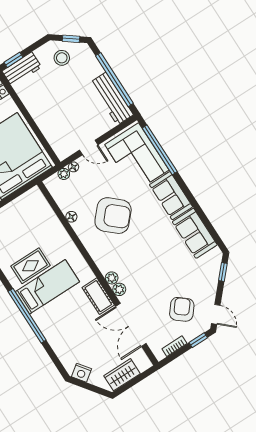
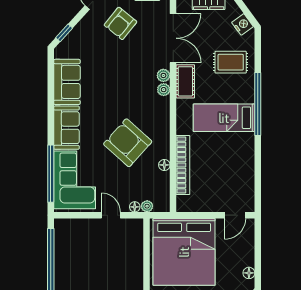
workbench: (112, 99) -> (64, 245), removed
bookcase: (56, 227) -> (183, 165), added
rug: (31, 266) -> (231, 62), moved

